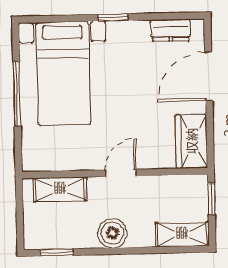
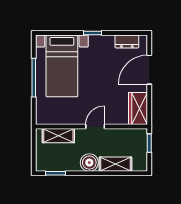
shelving: (182, 234) -> (116, 164), moved

